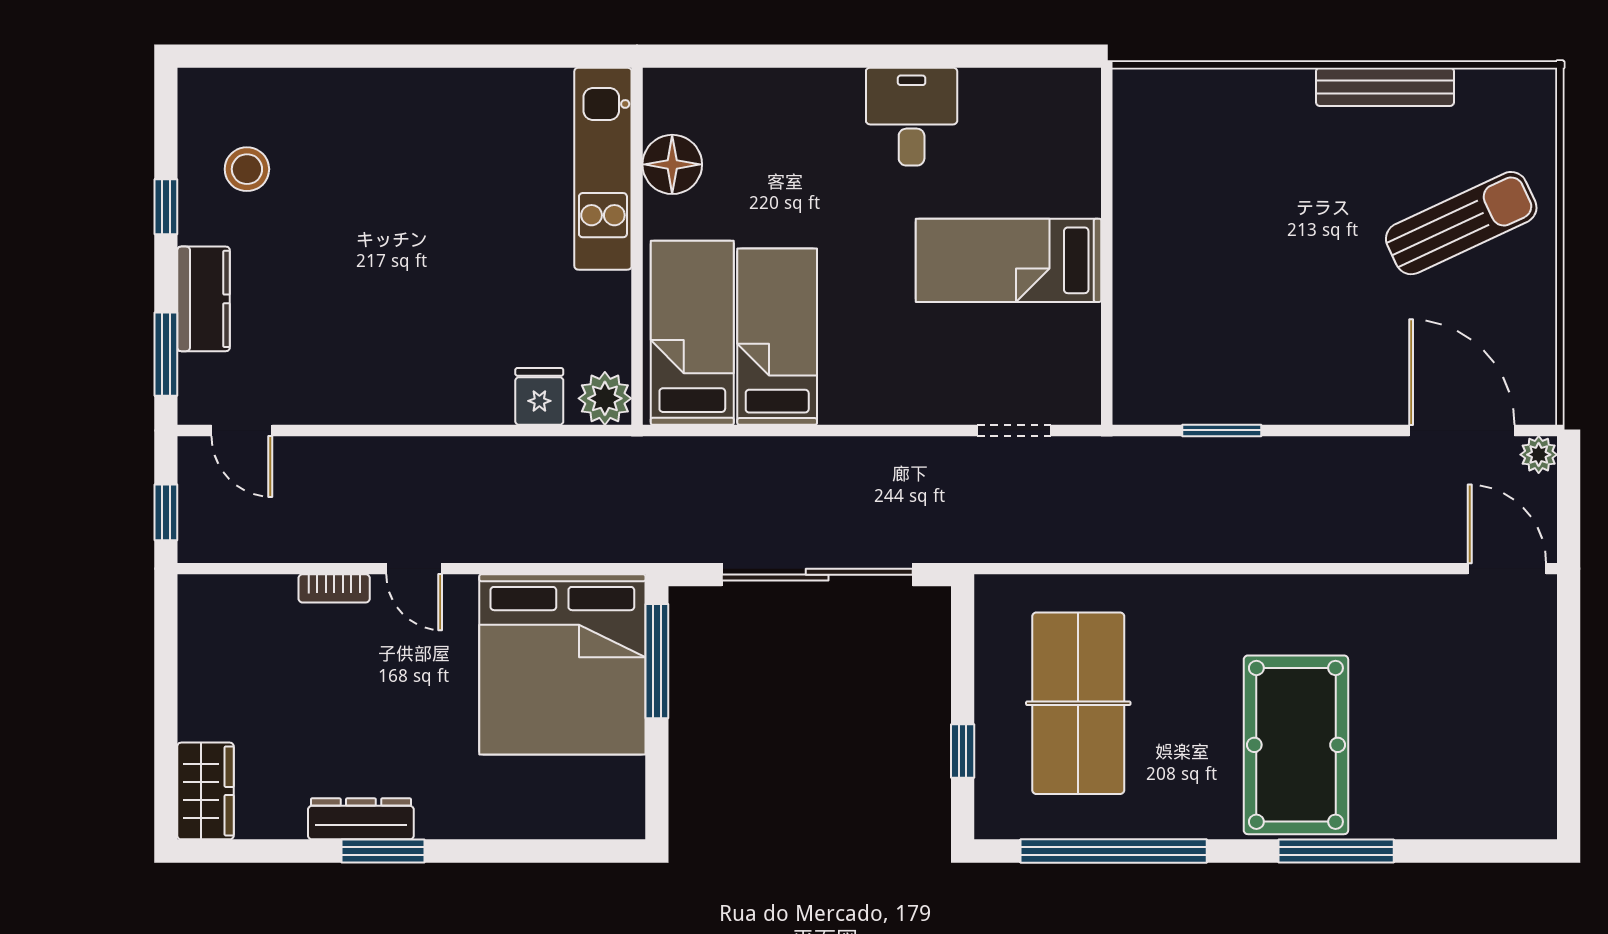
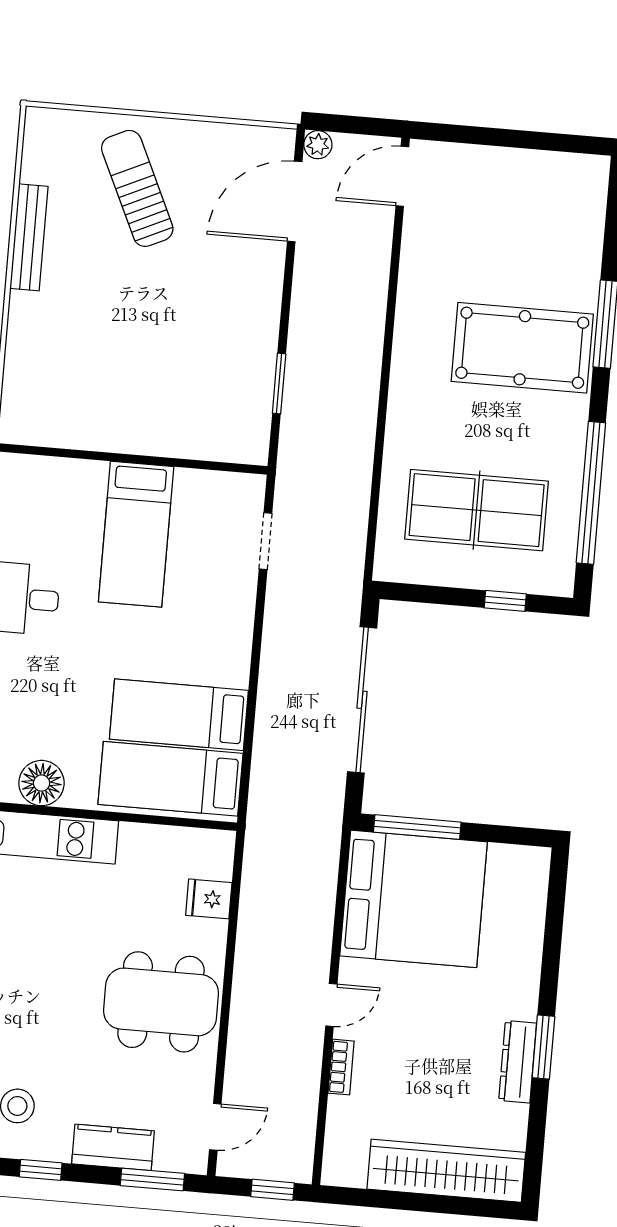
dining table: (399, 345) -> (161, 1002), added
plant: (605, 398) -> (215, 849), removed
wardrobe: (205, 791) -> (446, 1171), width x2.10, depth x1.17

